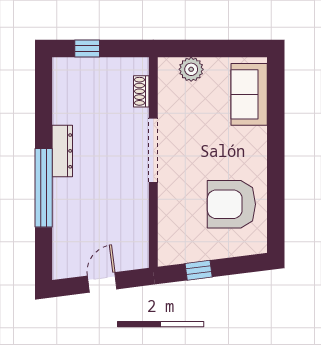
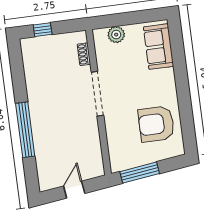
dresser: (62, 151) -> (35, 103), removed
window: (199, 270) -> (140, 173), width x2.17

